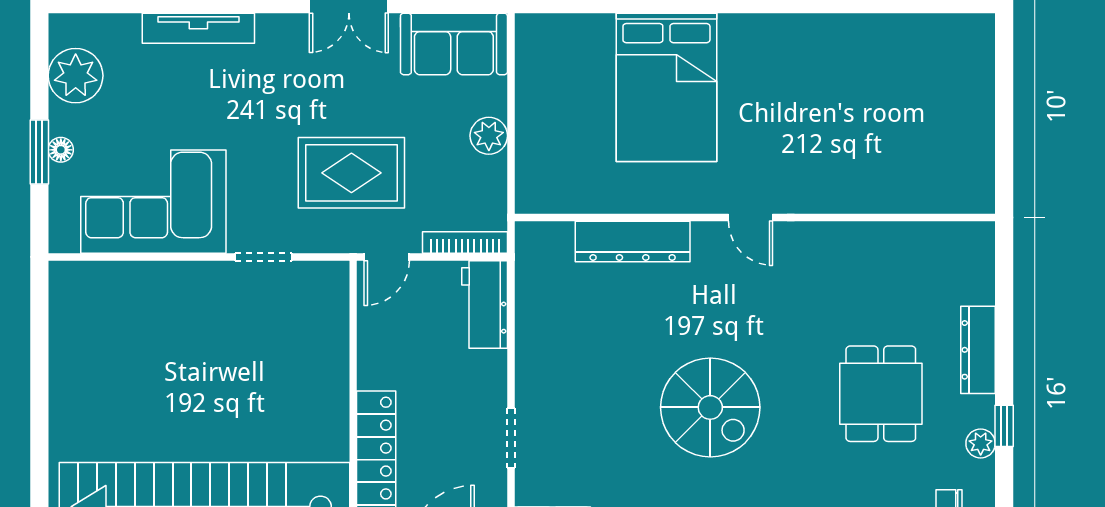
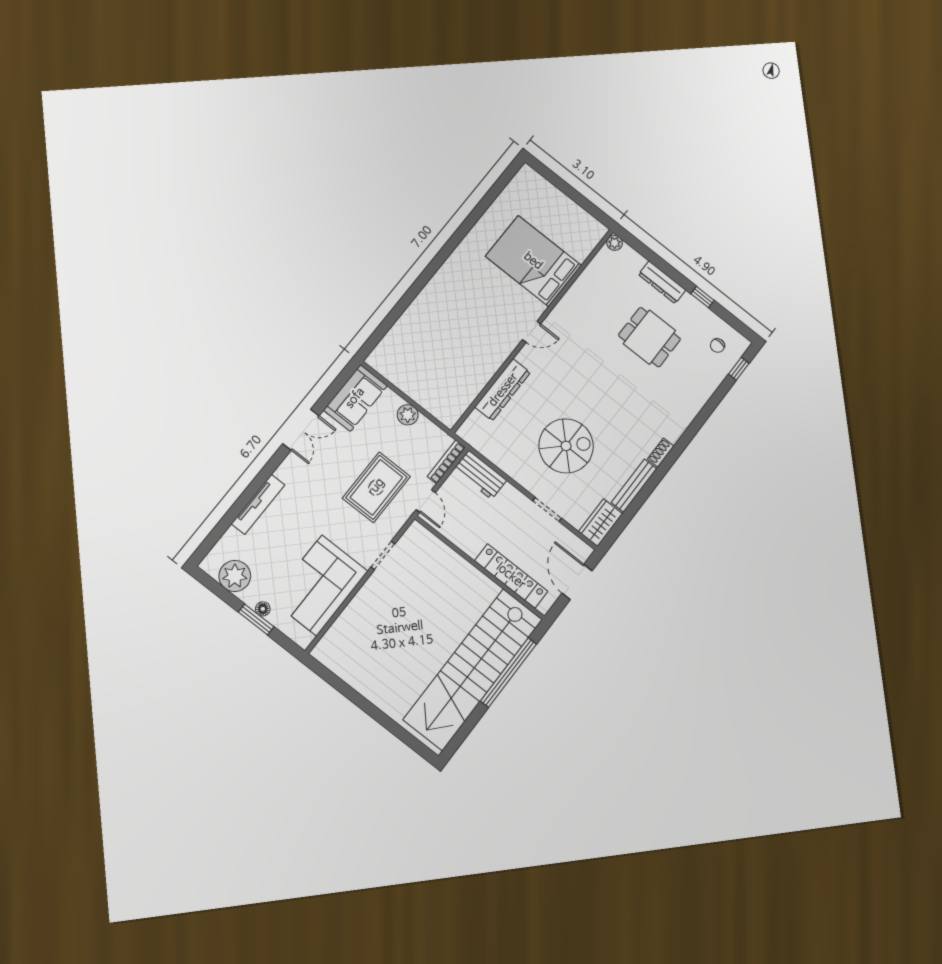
bed: (666, 87) -> (533, 261), moved, turned 180
spiral stairs: (710, 407) -> (566, 446), moved
plant: (981, 443) -> (614, 243), moved

